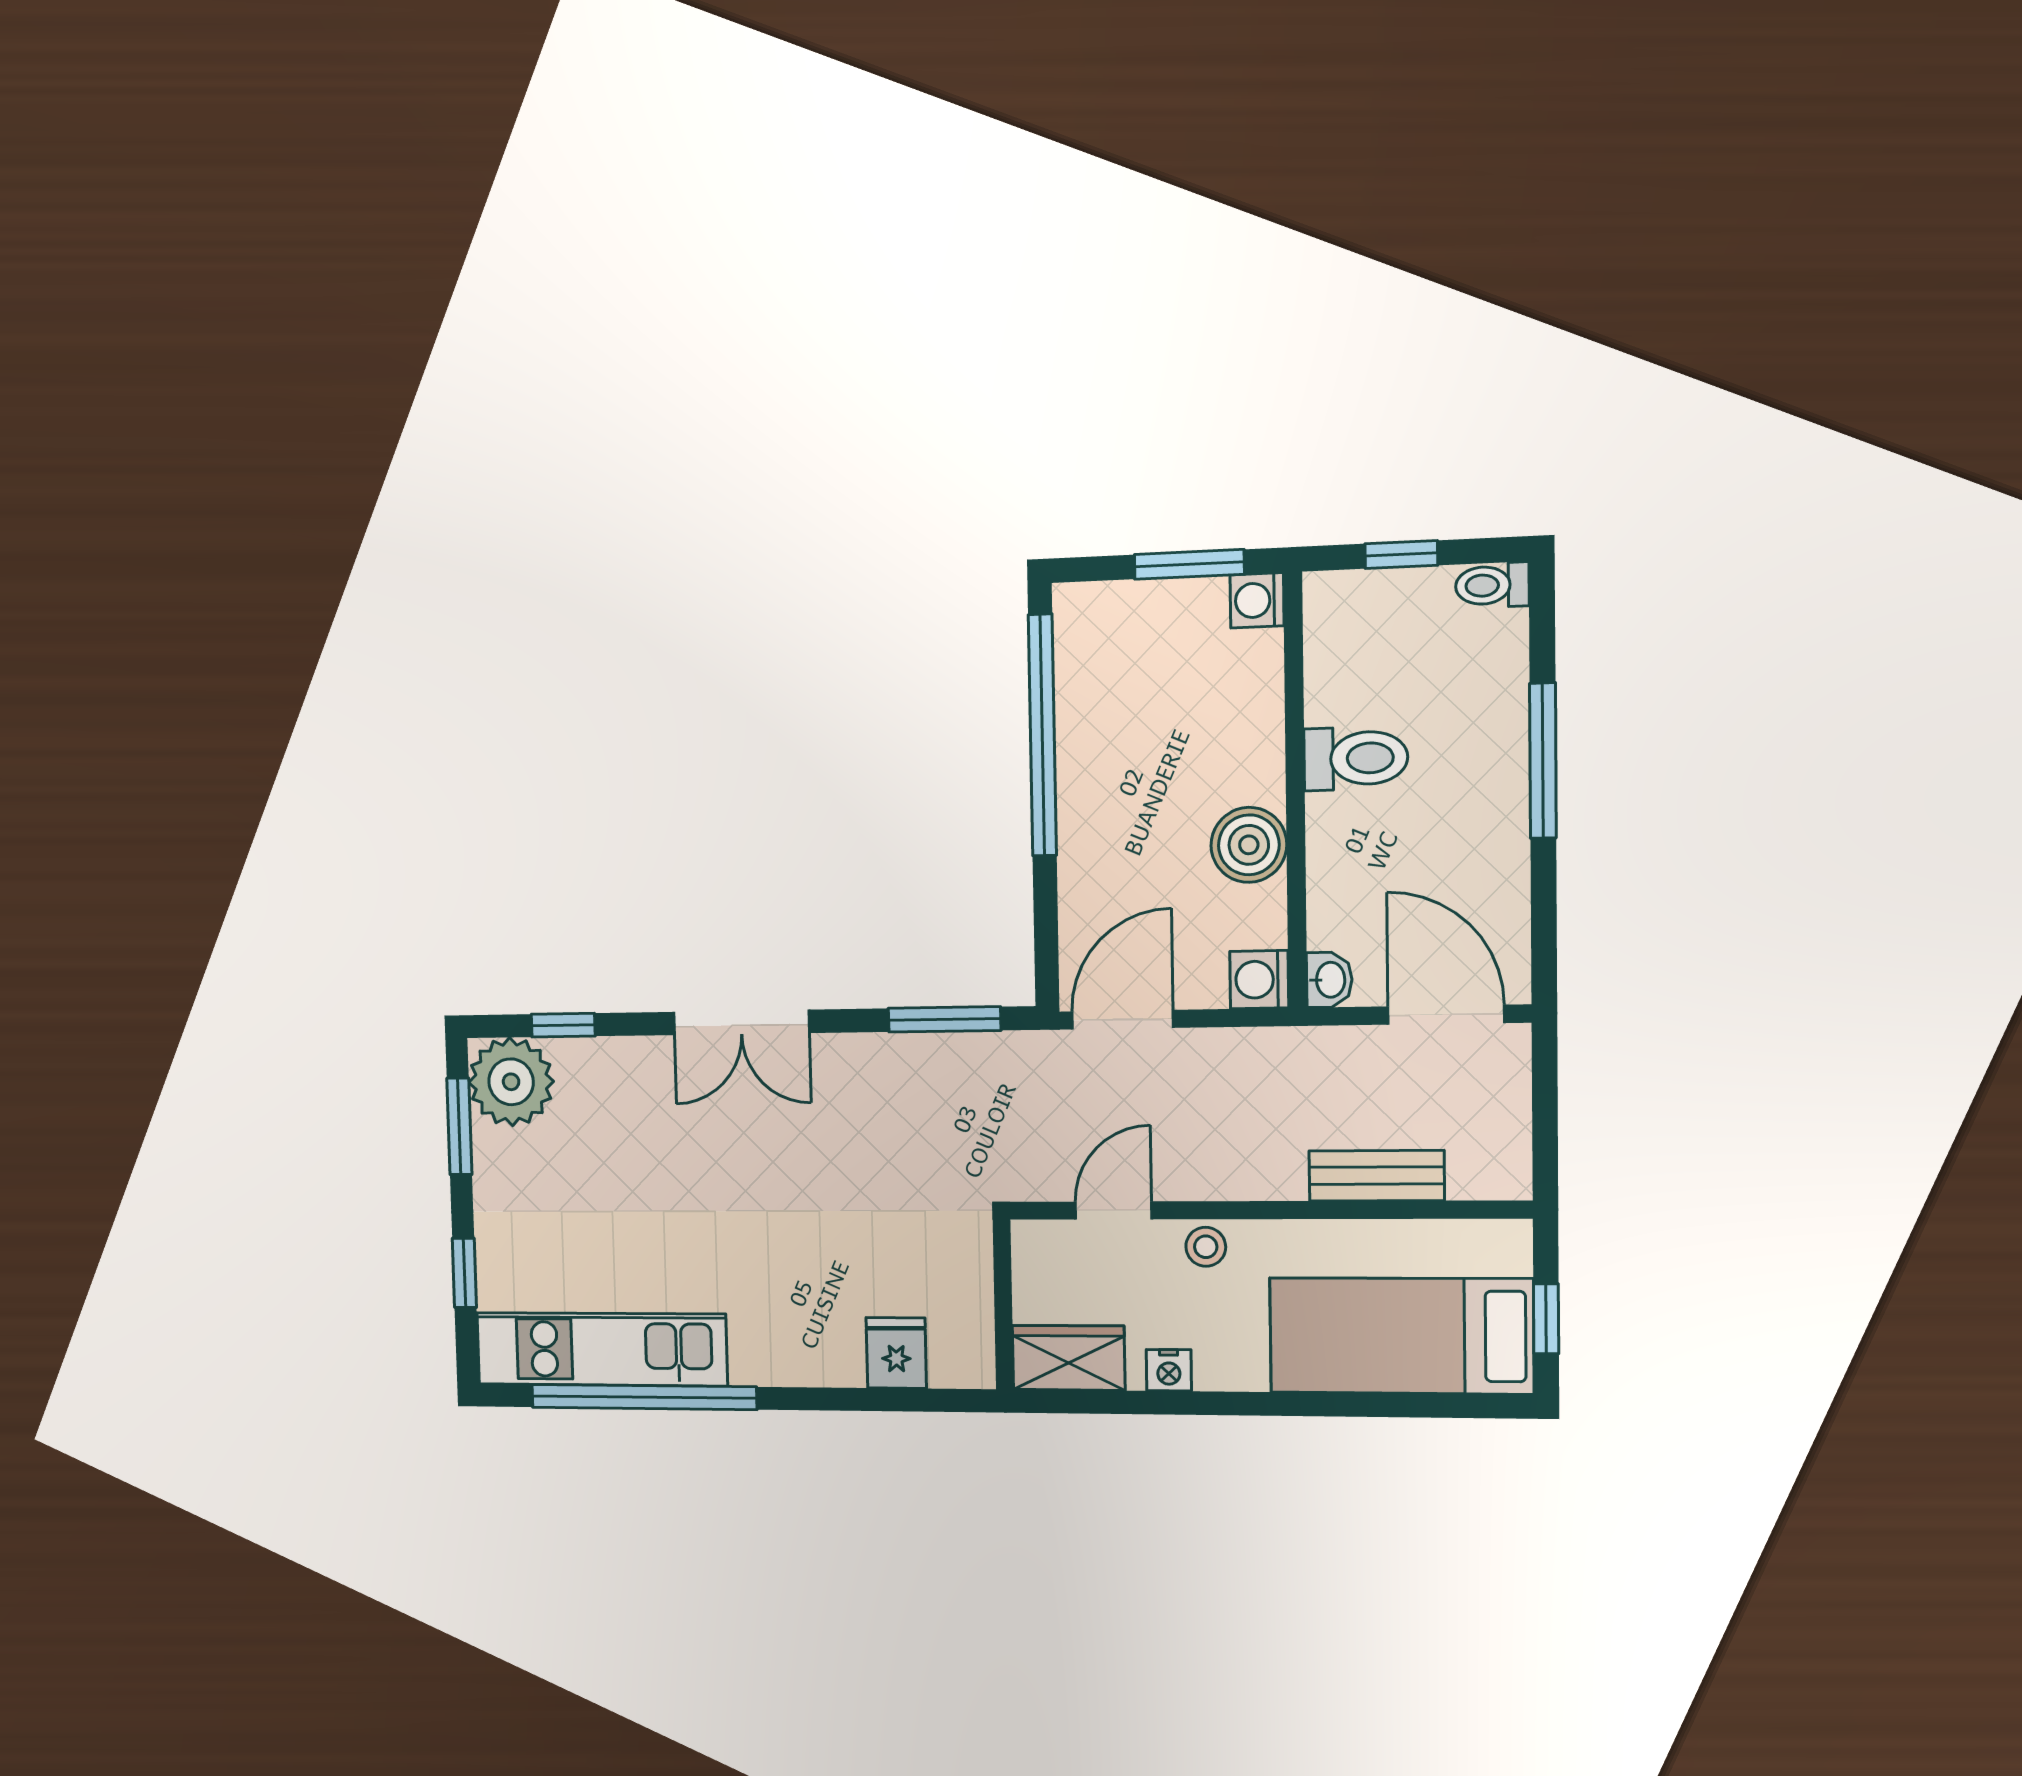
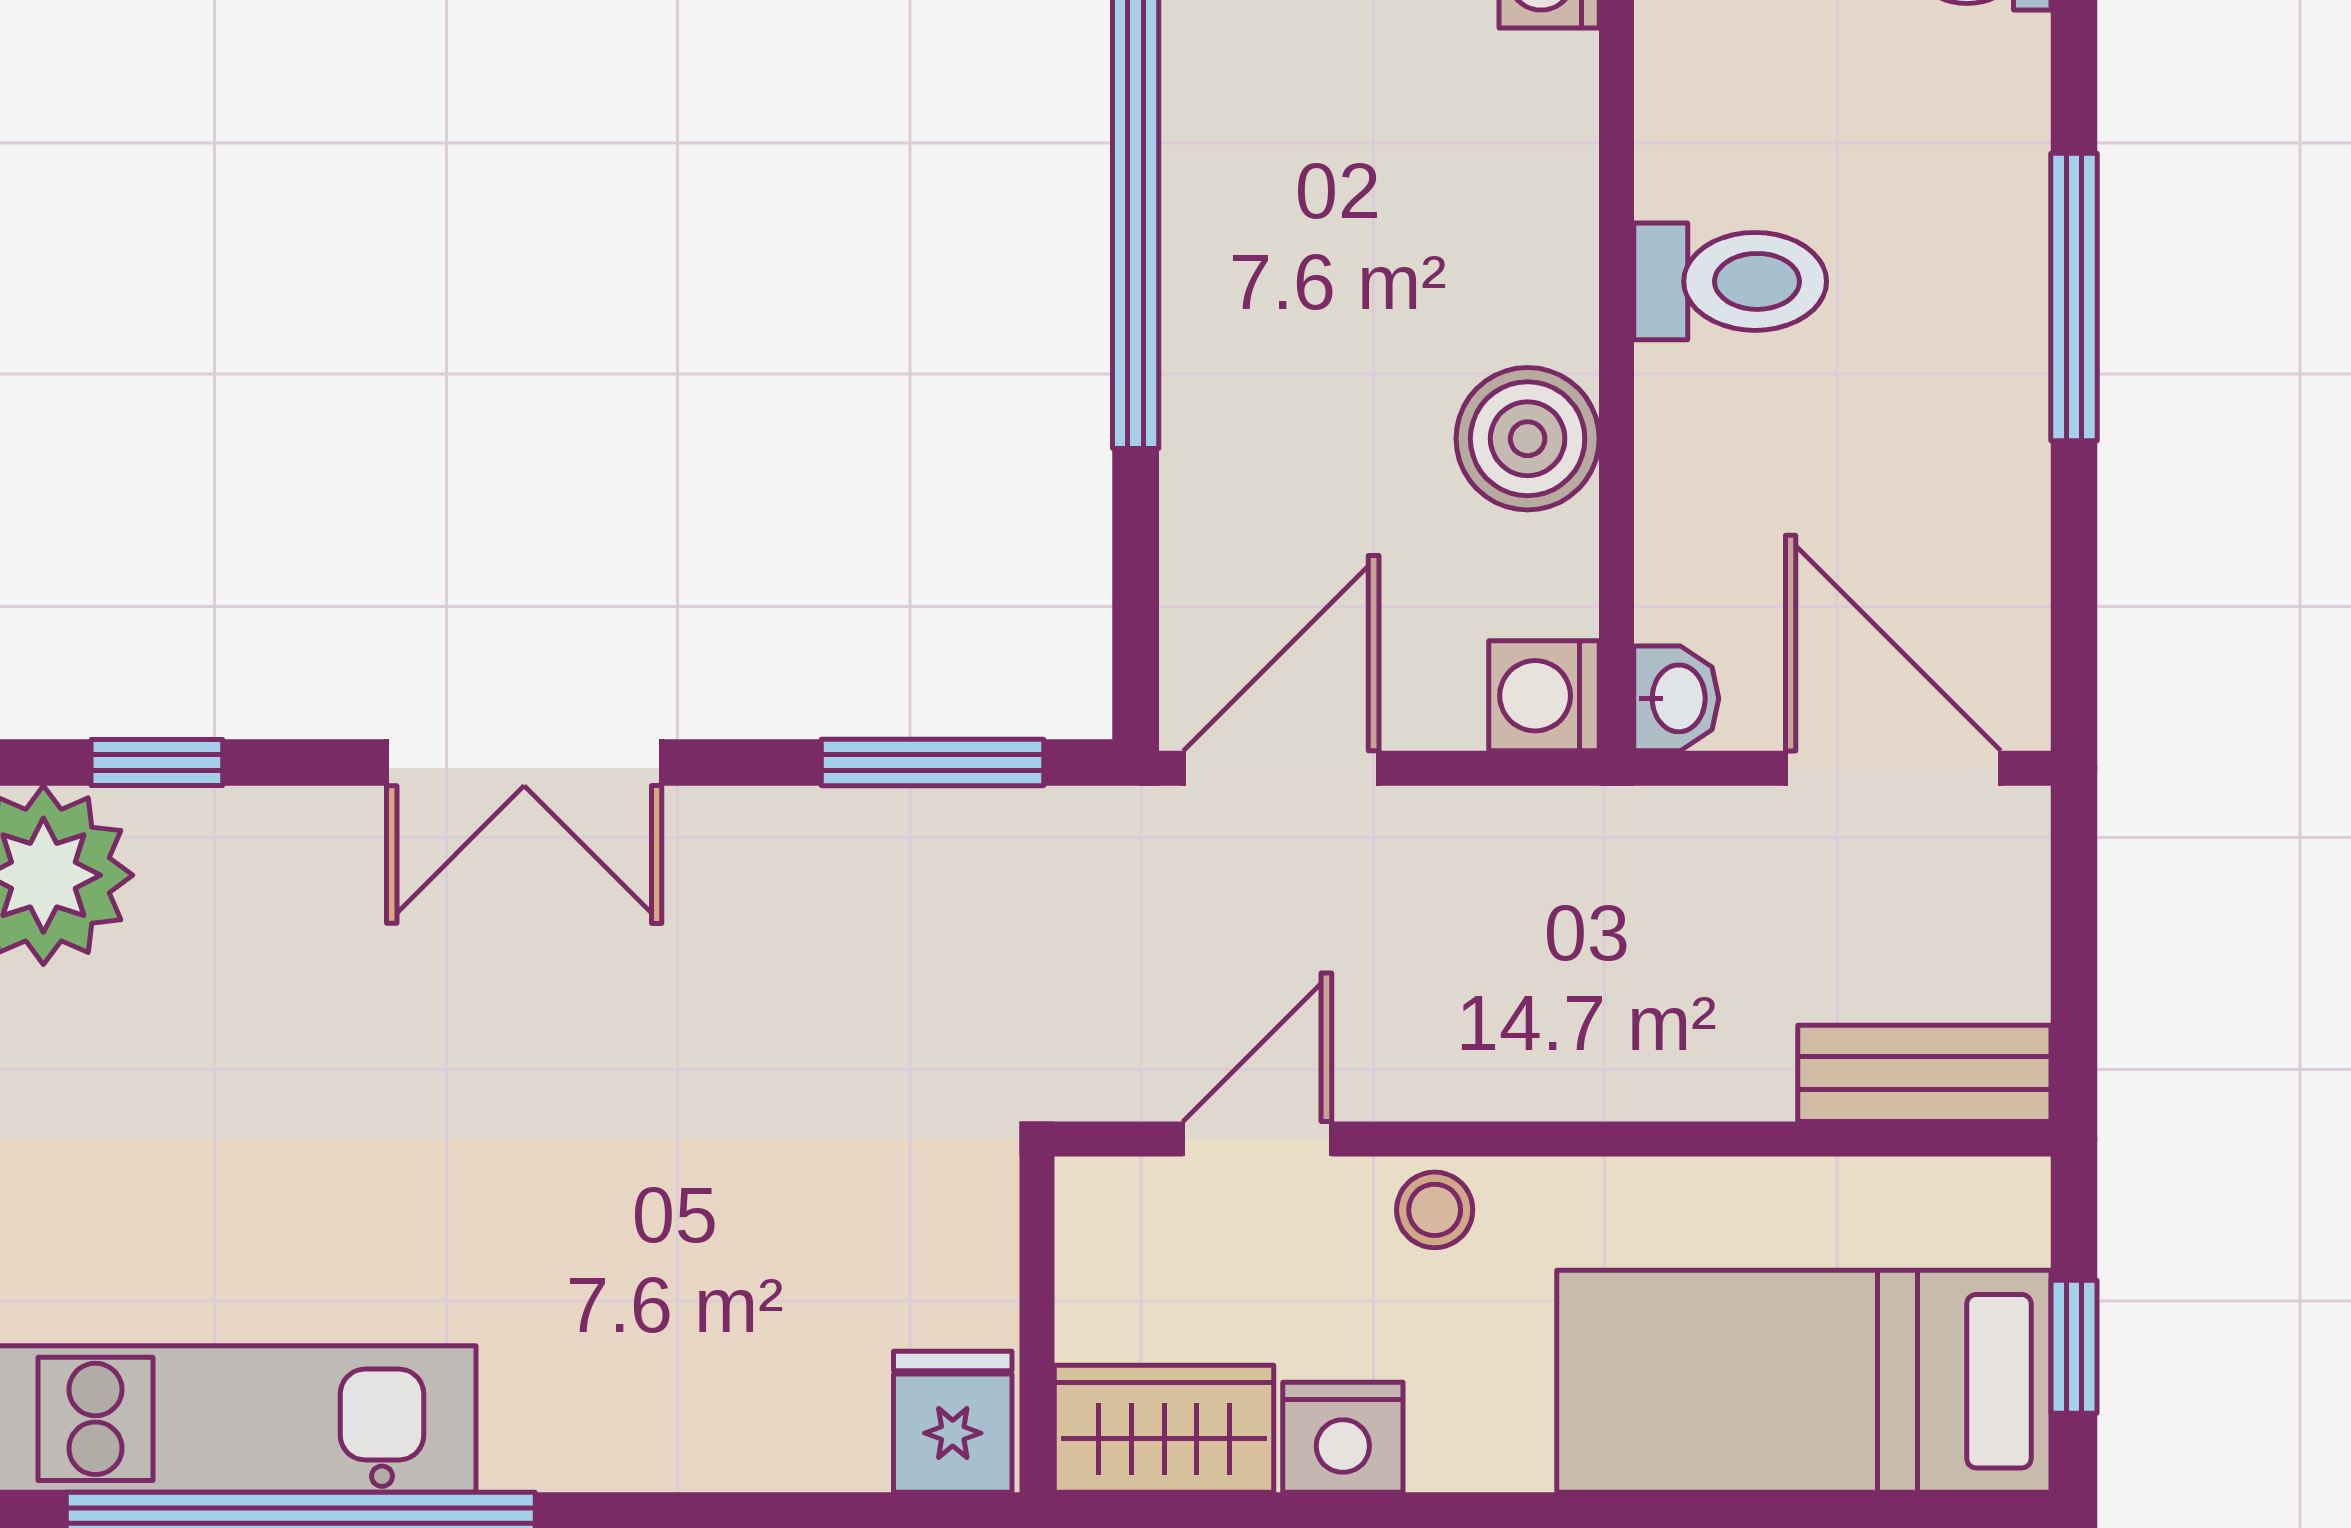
bench: (1377, 1176) -> (1924, 1073), moved
fridge: (896, 1353) -> (953, 1422), moved
nightstand: (1169, 1370) -> (1343, 1437), width x1.39, depth x1.35

